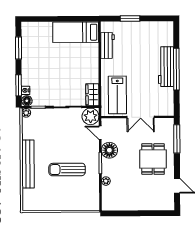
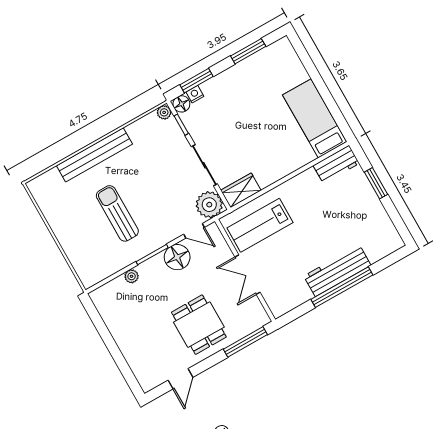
workbench: (108, 45) -> (336, 164), moved
door: (100, 133) -> (194, 231), swing flipped
dining table: (153, 159) -> (199, 325), turned 90

